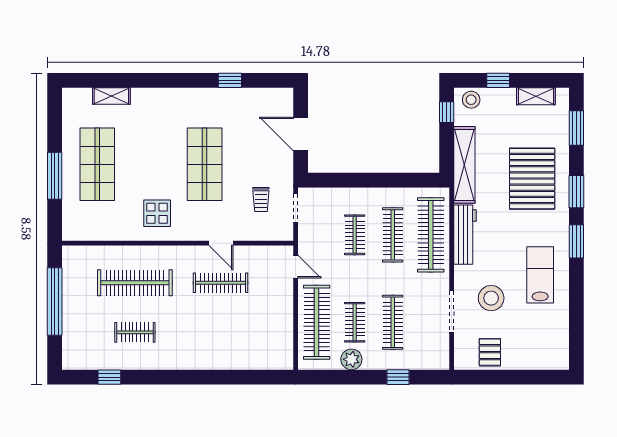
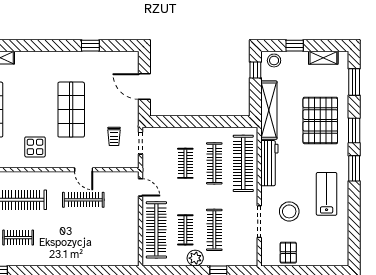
plant: (351, 359) -> (195, 258), moved

